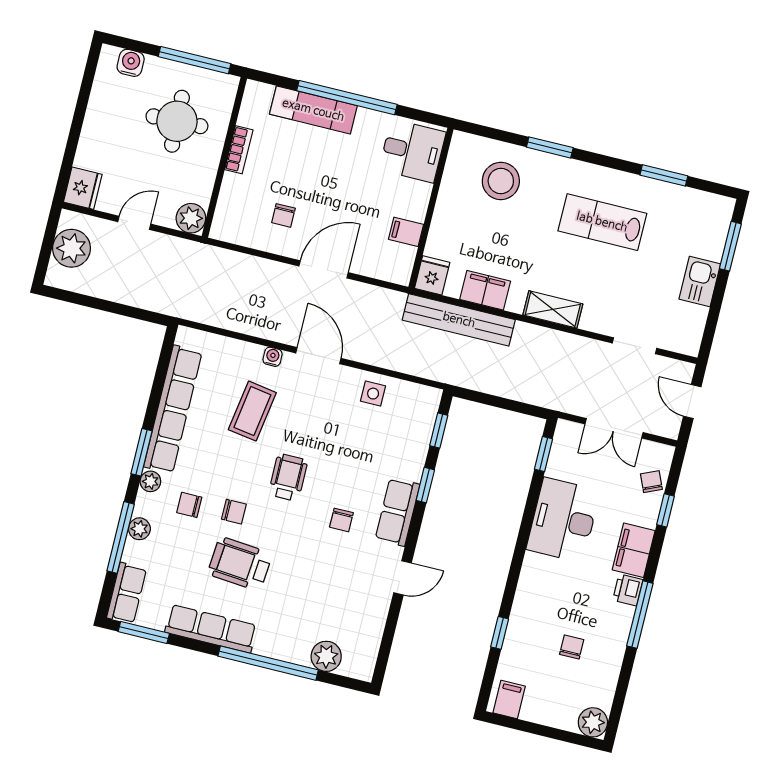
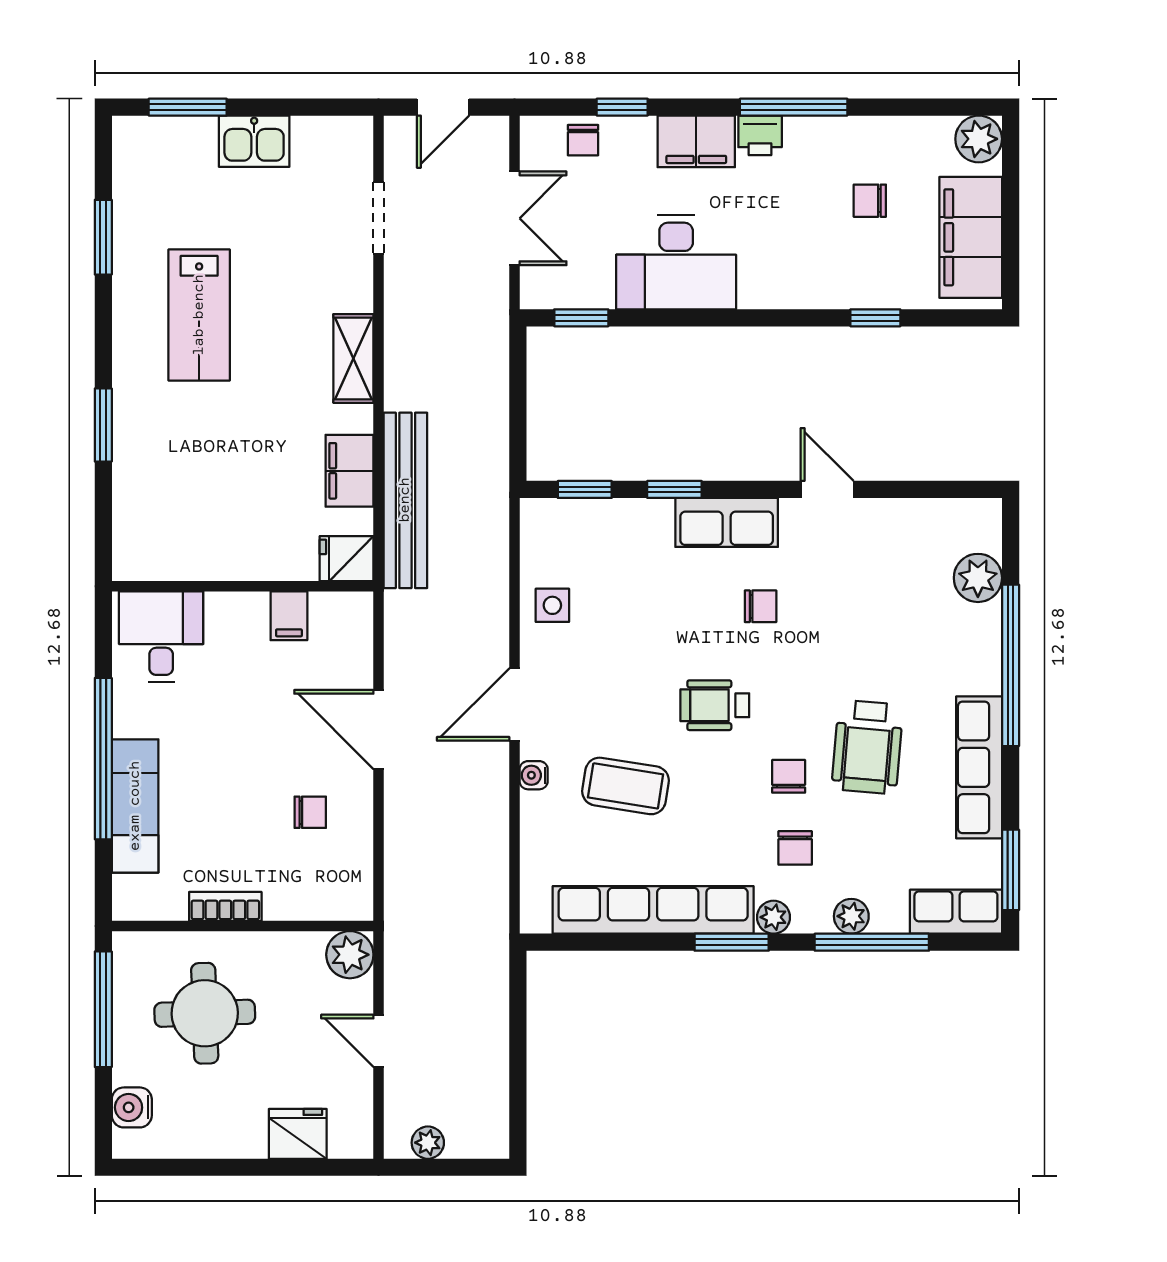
stool: (501, 181) -> (174, 488), removed
fridge: (83, 188) -> (298, 1134), moved
plant: (71, 248) -> (428, 1143), width x0.53, depth x0.53
chair: (651, 482) -> (583, 140), turned -66
filing cabinet: (509, 699) -> (971, 237), width x3.00, depth x1.17

